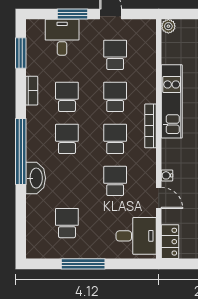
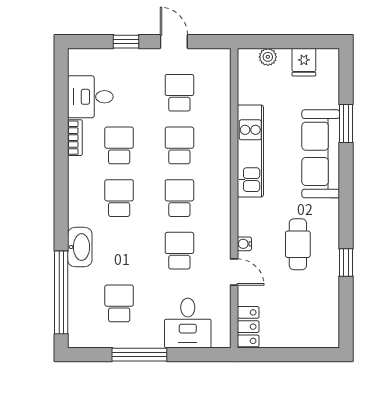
window: (73, 14) -> (126, 42), width x0.67
plant: (168, 26) -> (268, 57), moved
desk: (62, 37) -> (90, 97), moved, turned -90
window: (21, 53) -> (61, 90), removed
bookcase: (151, 126) -> (224, 182), removed
window: (21, 152) -> (61, 292), moved
desk: (136, 236) -> (188, 323), moved, turned 90

